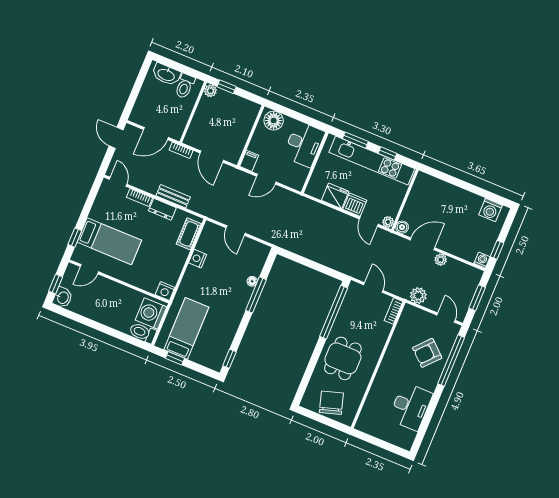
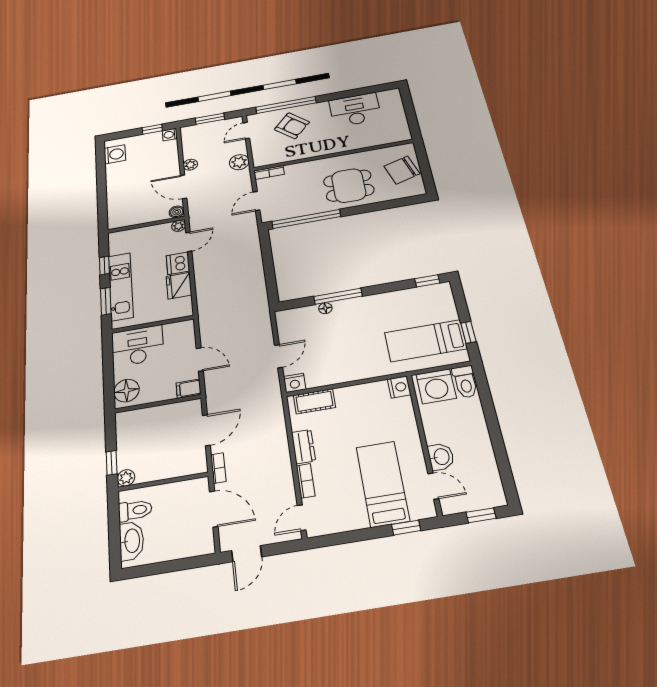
kitchen unit: (372, 160) -> (121, 286), width x0.73
bench: (173, 196) -> (280, 444), removed
nightstand: (198, 259) -> (295, 383), moved
washbasin: (63, 298) -> (441, 457), moved, turned 90

